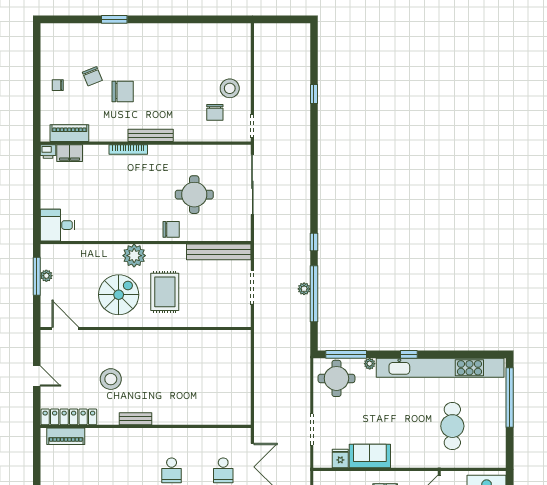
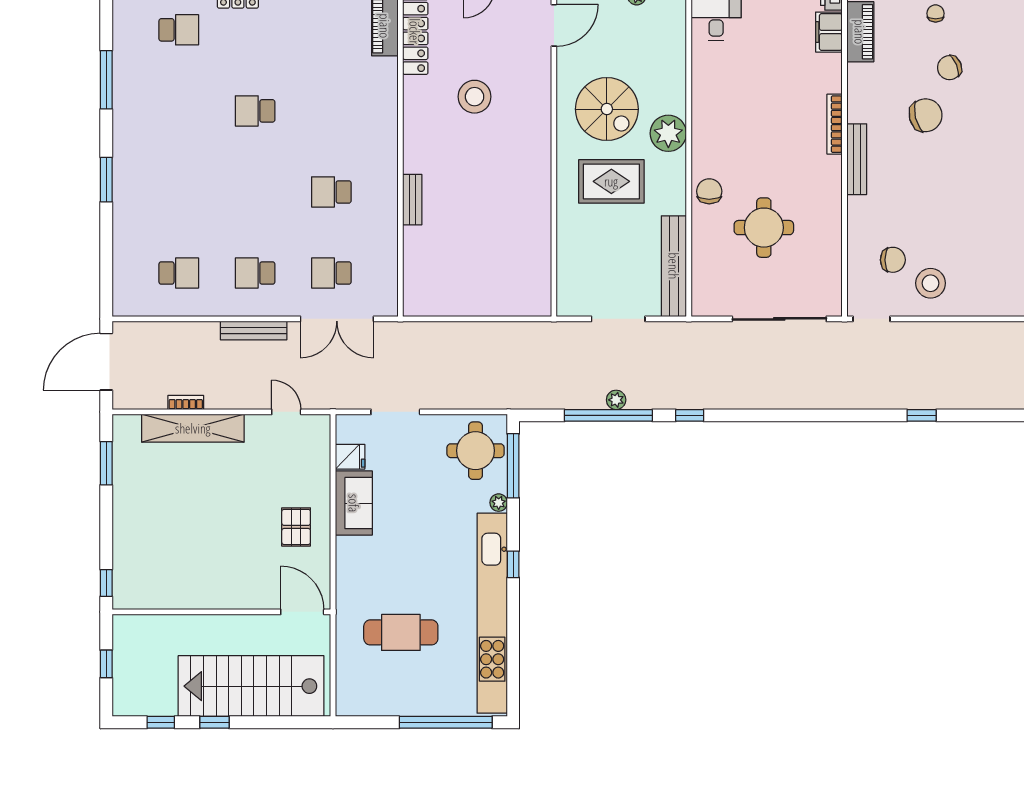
chair: (123, 91) -> (926, 115), turned -104
chair: (215, 112) -> (893, 260), turned 180
chair: (171, 229) -> (709, 191), turned 180
bench: (136, 419) -> (412, 200), moved

